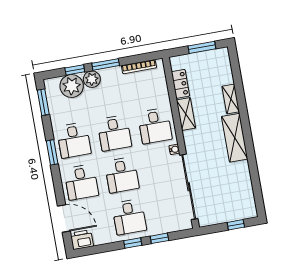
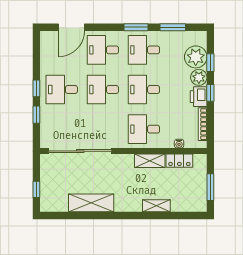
window: (106, 64) -> (210, 93), width x0.67
window: (43, 102) -> (173, 27), moved
shelving: (235, 138) -> (91, 203), moved
water cooler: (174, 149) -> (179, 144), moved
printer: (82, 240) -> (199, 97), moved, turned 180

